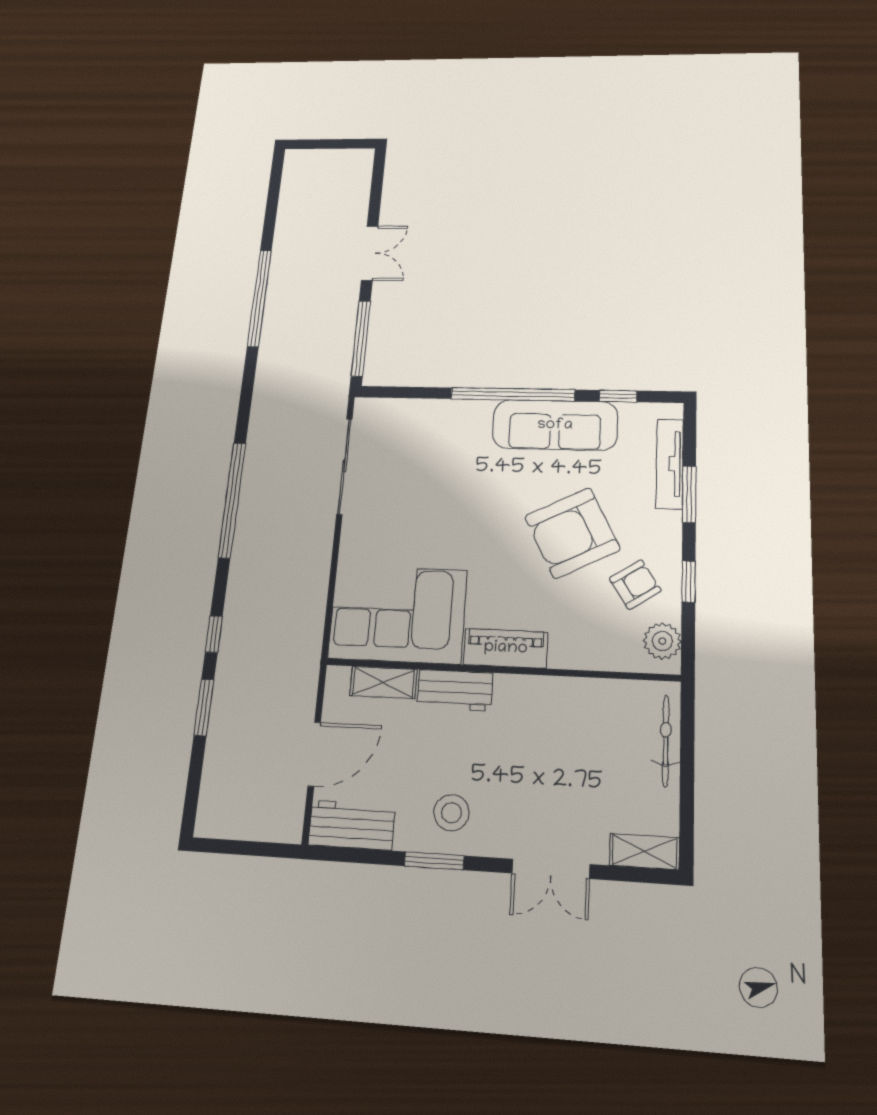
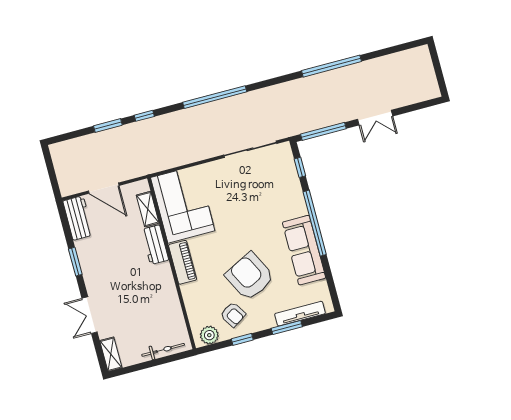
window: (618, 396) -> (300, 167), moved
stool: (451, 813) -> (99, 262), removed

